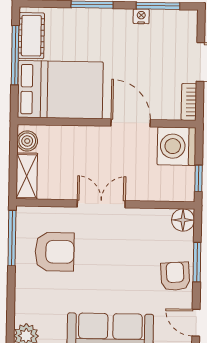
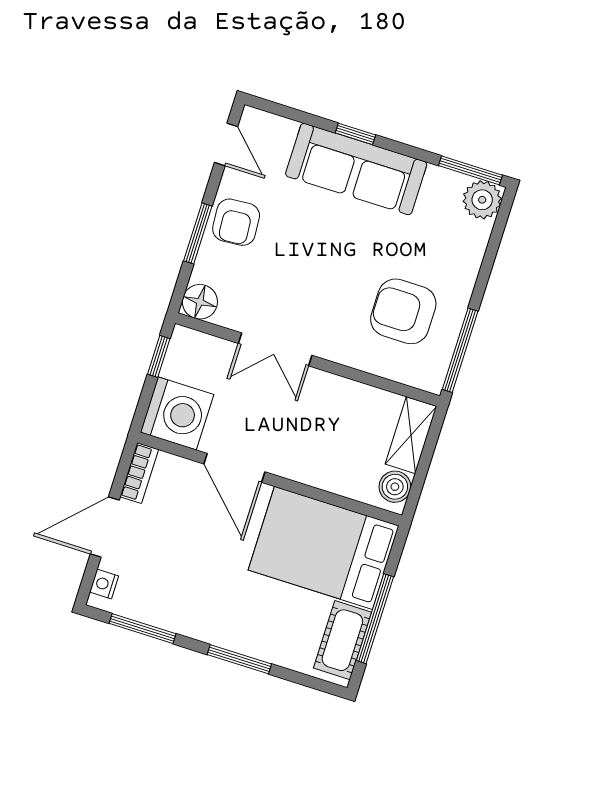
nightstand: (141, 16) -> (104, 584), moved, turned 90
double door: (101, 204) -> (275, 349), moved

